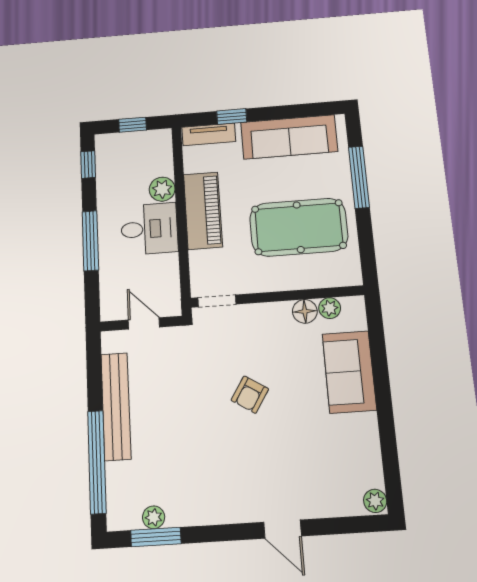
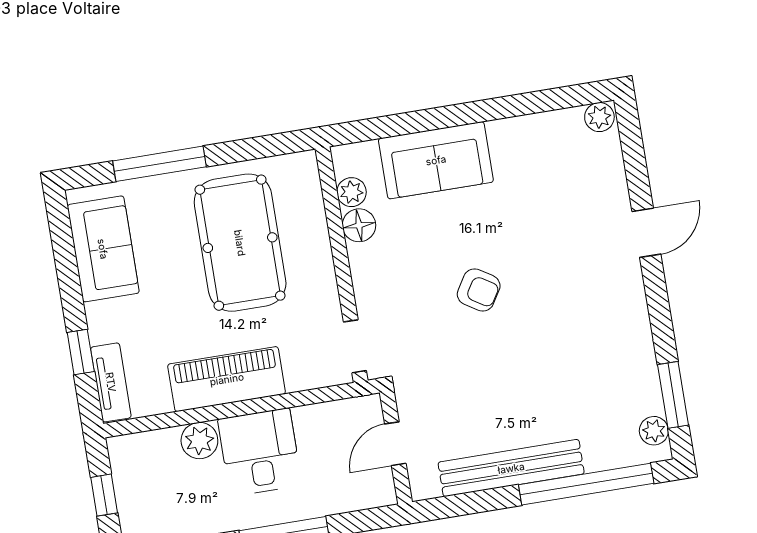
sofa: (289, 137) -> (103, 249), width x0.73
plant: (154, 517) -> (654, 431), moved

